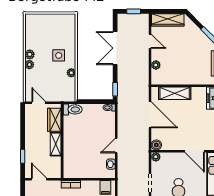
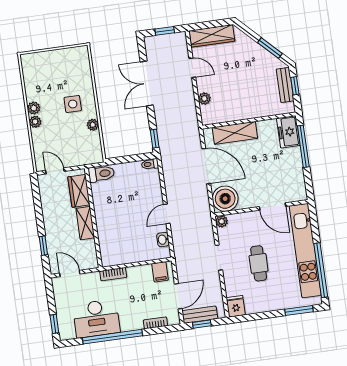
boiler: (156, 145) -> (225, 199), width x1.86, depth x1.86

